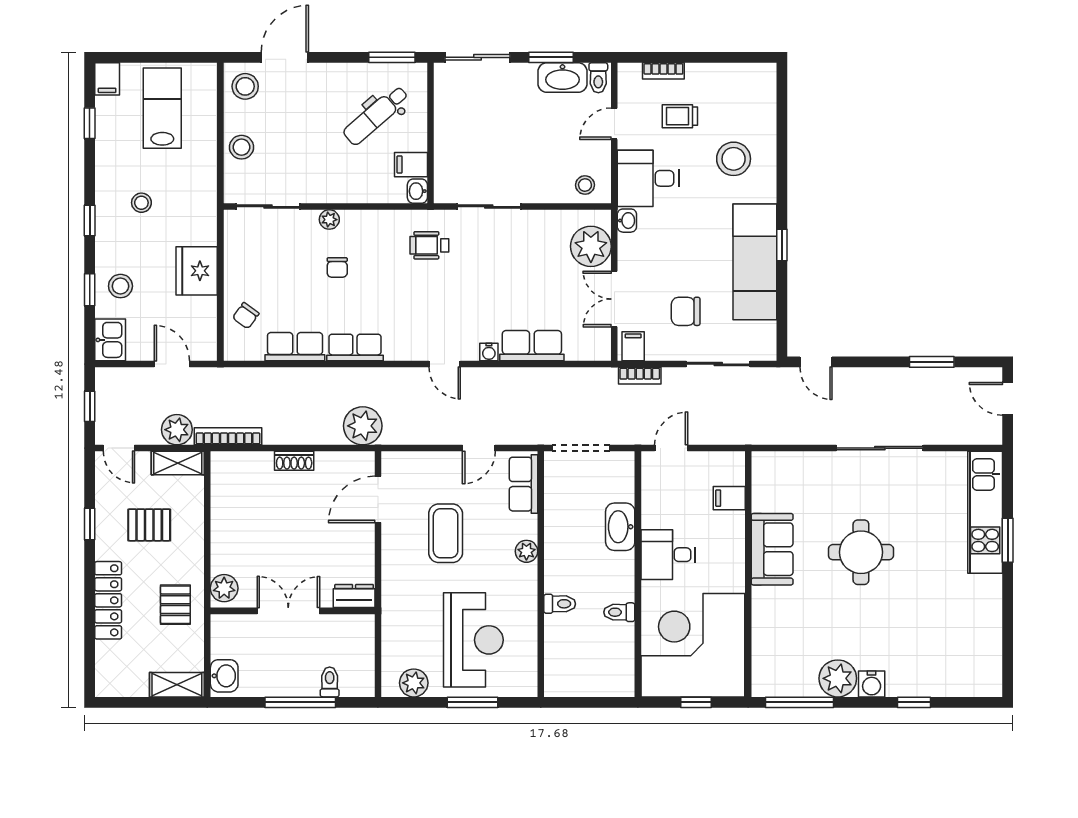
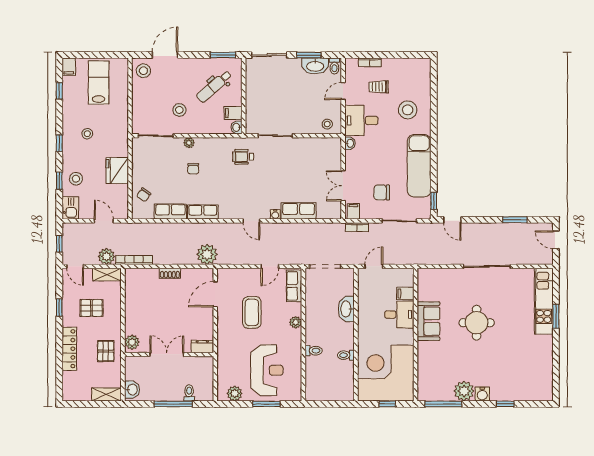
stool: (242, 147) -> (179, 110), moved
window: (782, 245) -> (434, 201), moved
plant: (591, 246) -> (330, 157), removed
desk: (668, 555) -> (399, 315), moved, turned 180

